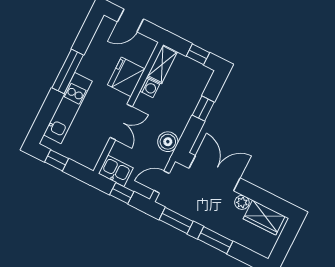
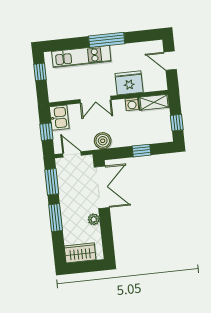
wardrobe: (264, 218) -> (80, 253), moved, turned 90

